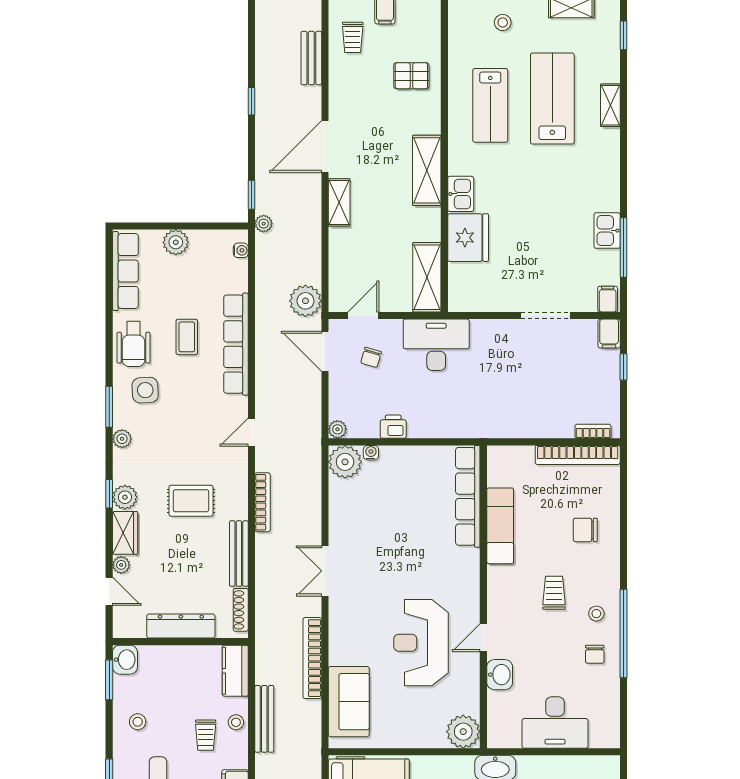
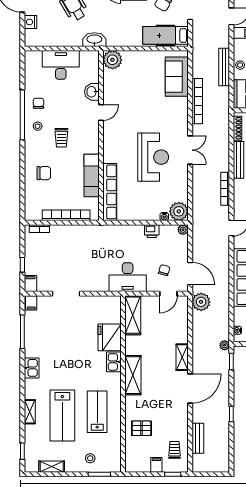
kitchen sink: (607, 231) -> (32, 368), moved
bookcase: (578, 455) -> (66, 215), moved
reception desk: (421, 643) -> (153, 157), moved

